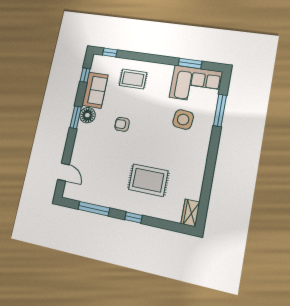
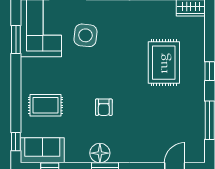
rug: (133, 79) -> (45, 105), turned 90
sofa: (95, 90) -> (42, 150), moved

